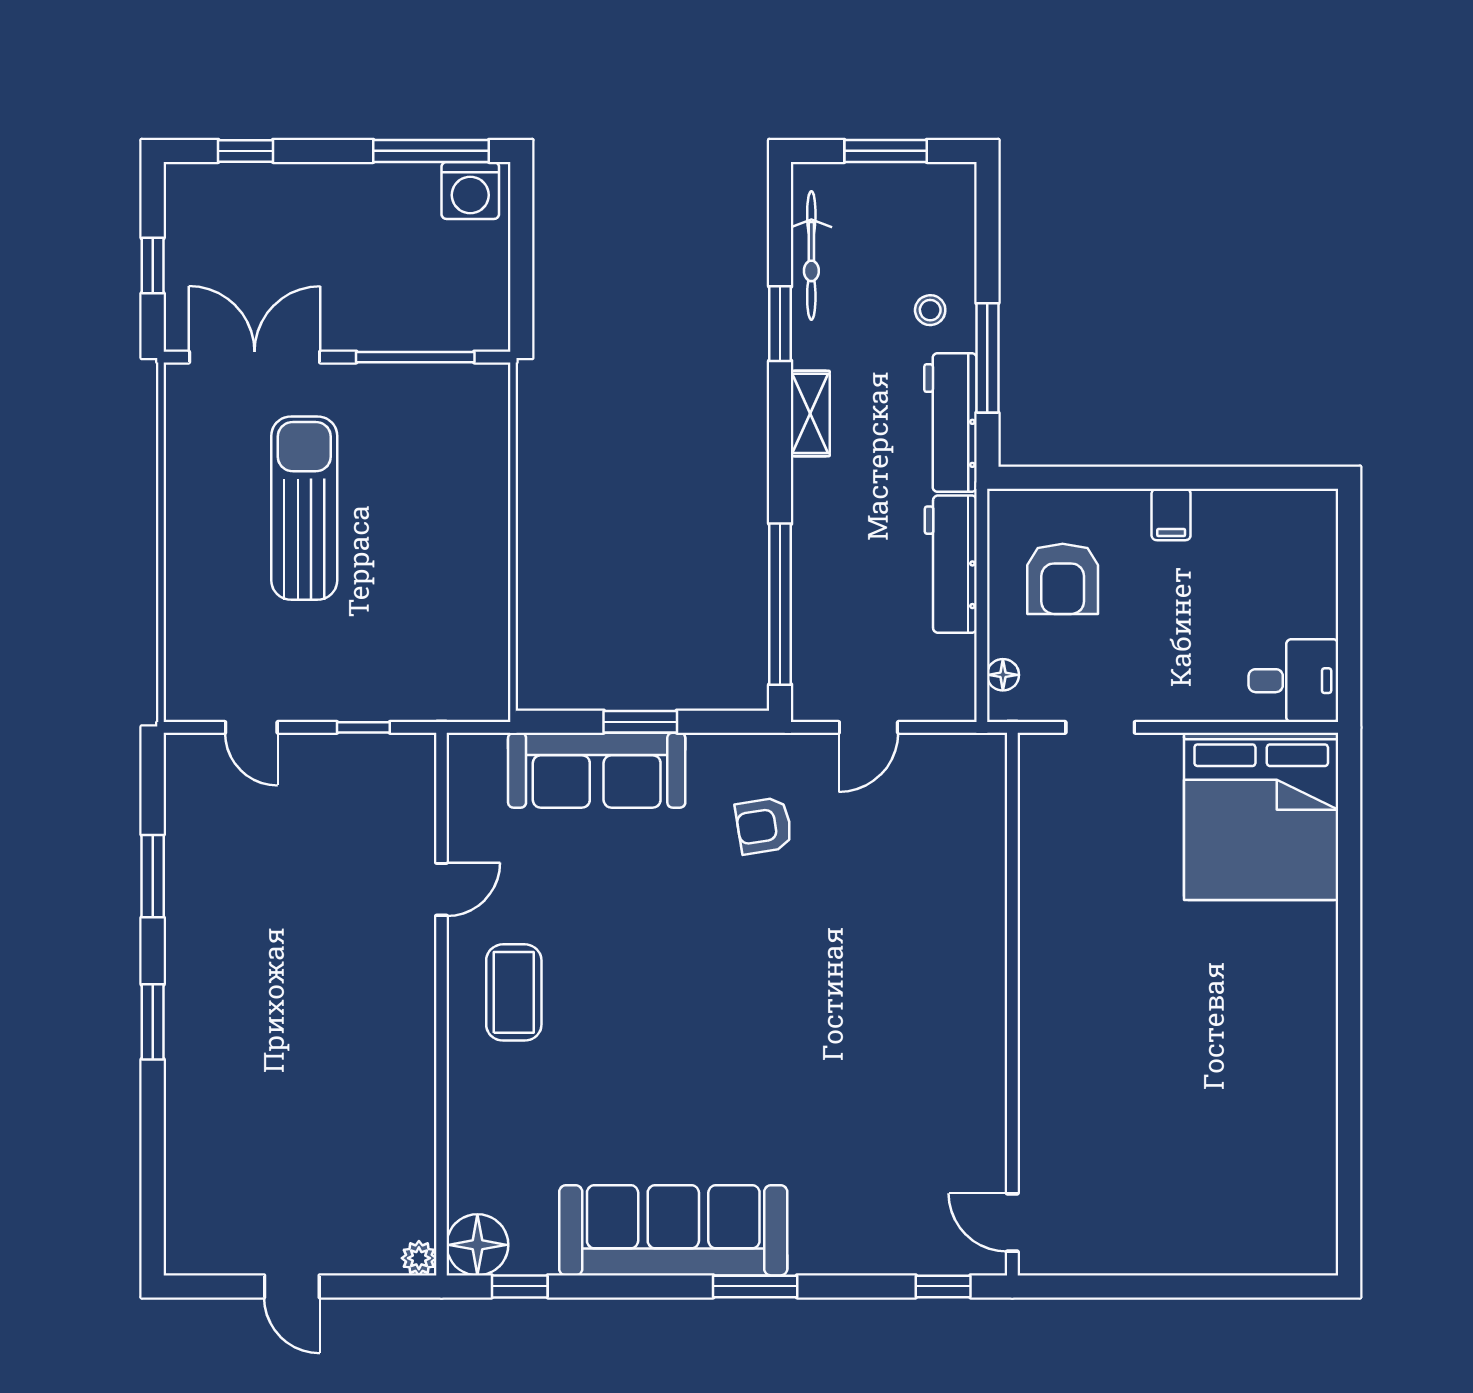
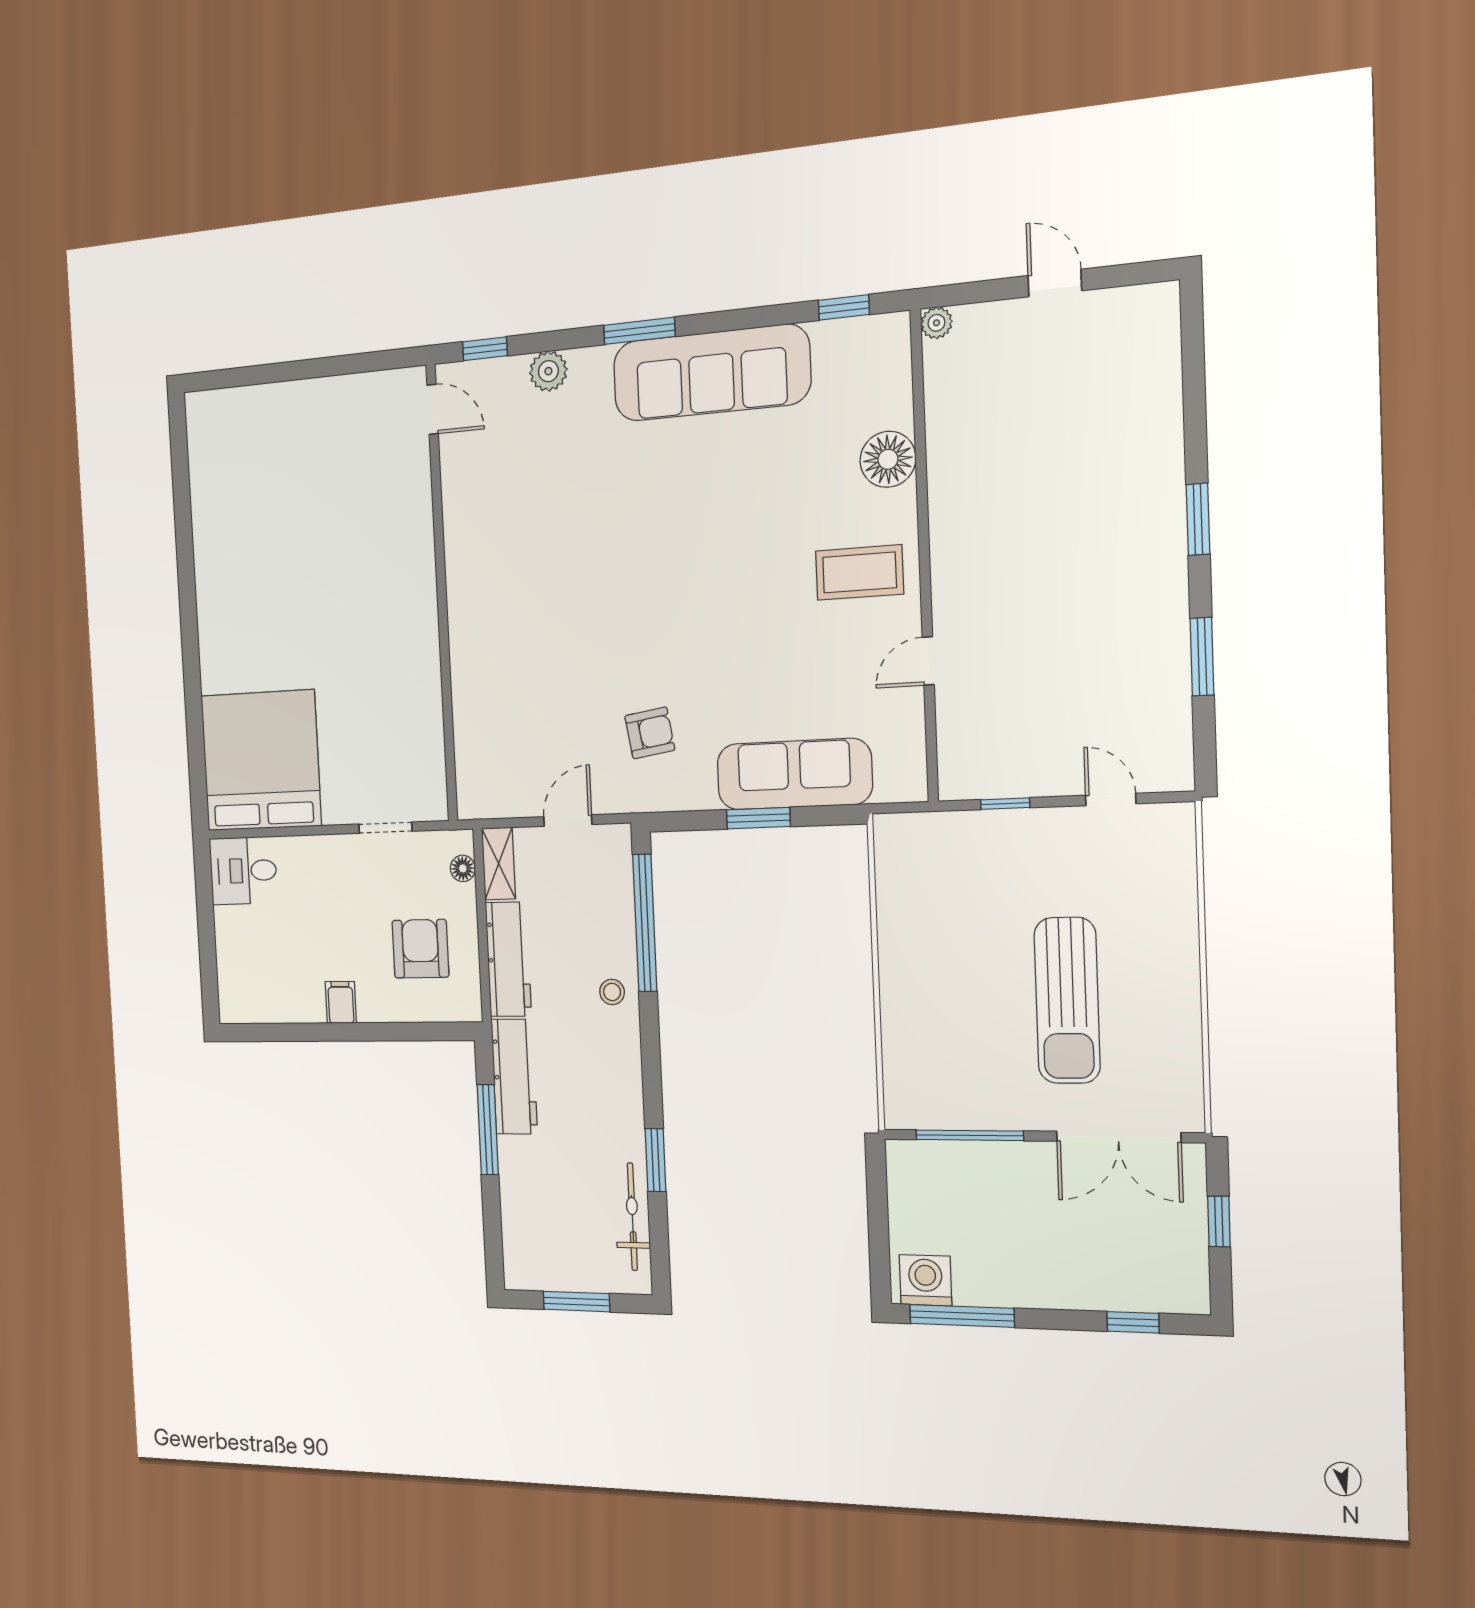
stool: (930, 310) -> (612, 992), moved
shelving: (810, 413) -> (499, 864), moved
coffee table: (514, 992) -> (859, 572), turned 90
floor lamp: (477, 1245) -> (888, 459), moved
plant: (866, 1252) -> (548, 371), added

